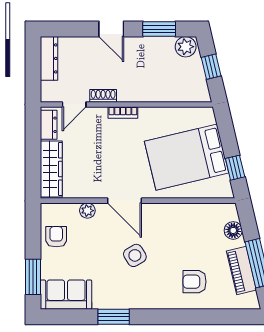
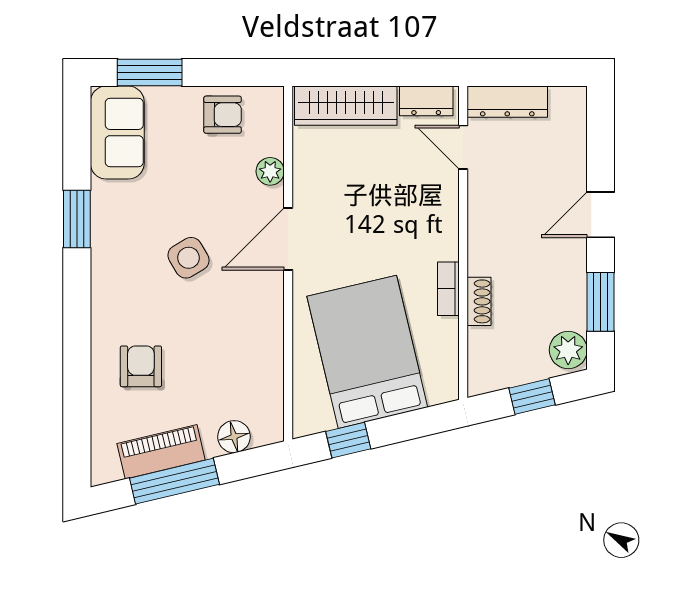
dresser: (49, 58) -> (507, 102), moved
shoe rack: (103, 96) -> (479, 301), moved
bookcase: (123, 113) -> (448, 289), moved

